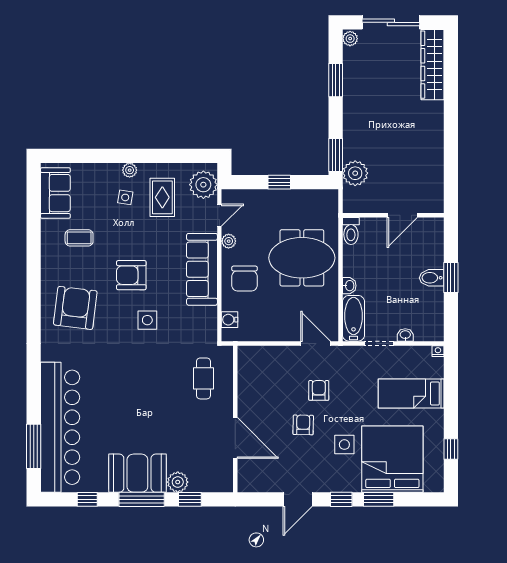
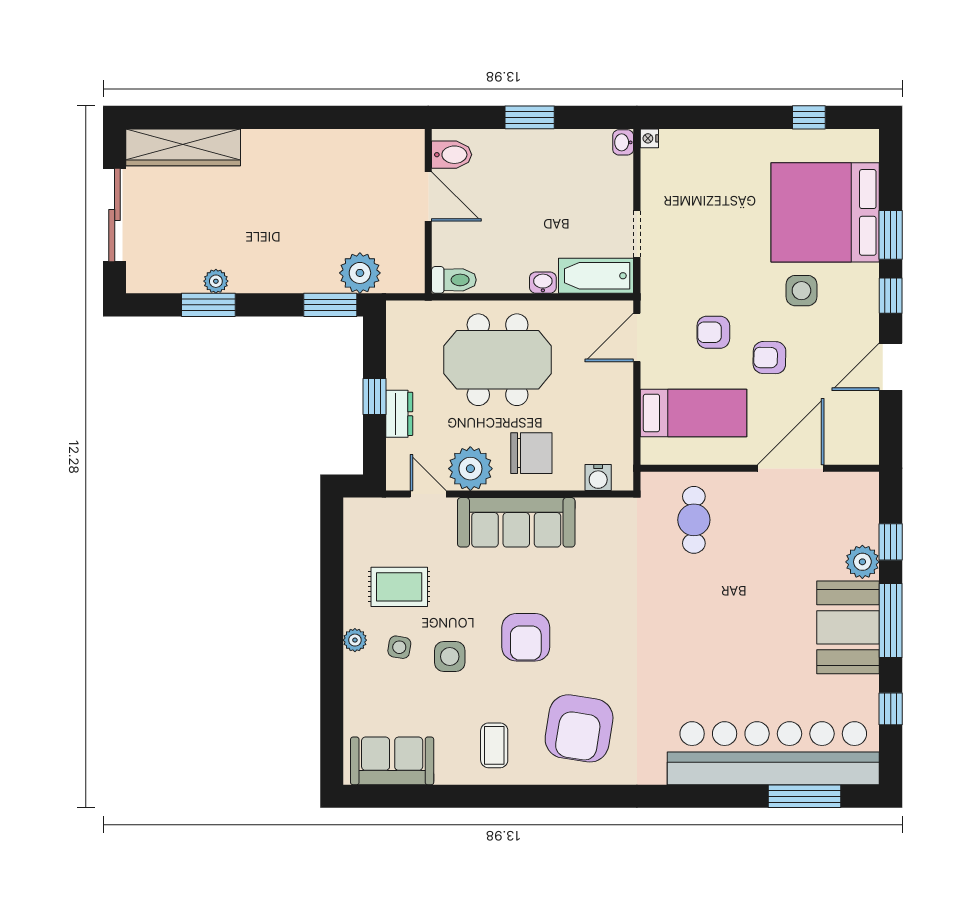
plant: (350, 39) -> (216, 281), moved
plant: (203, 185) -> (379, 520), removed
dresser: (269, 197) -> (399, 414), added
coffee table: (79, 238) -> (494, 745), moved
plant: (229, 241) -> (470, 469), width x1.87, depth x1.87
meeting table: (302, 258) -> (498, 360), turned 90
bidet: (432, 278) -> (452, 155), moved, turned -90
armchair: (75, 308) -> (579, 728), turned -88
side table: (147, 320) -> (450, 657), moved
washbasin: (405, 335) -> (623, 142), moved
cafe table: (203, 378) -> (694, 520), turned 90
bed: (411, 393) -> (693, 413), moved, turned -90
door: (298, 499) -> (891, 367), swing flipped

